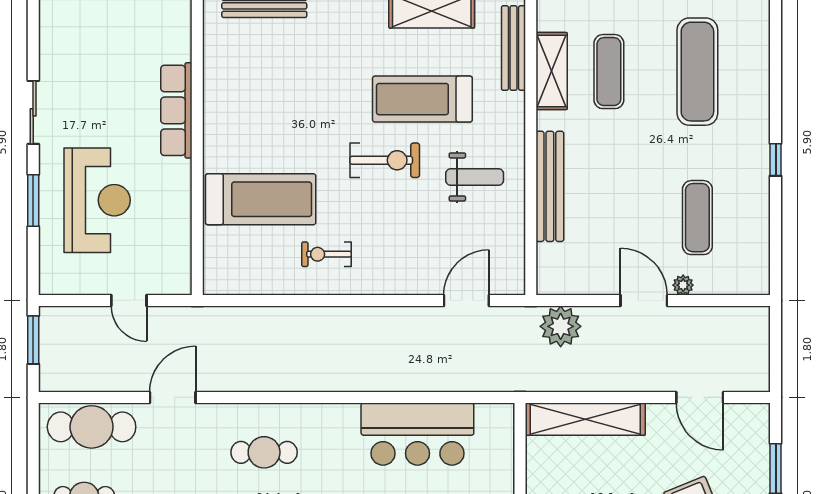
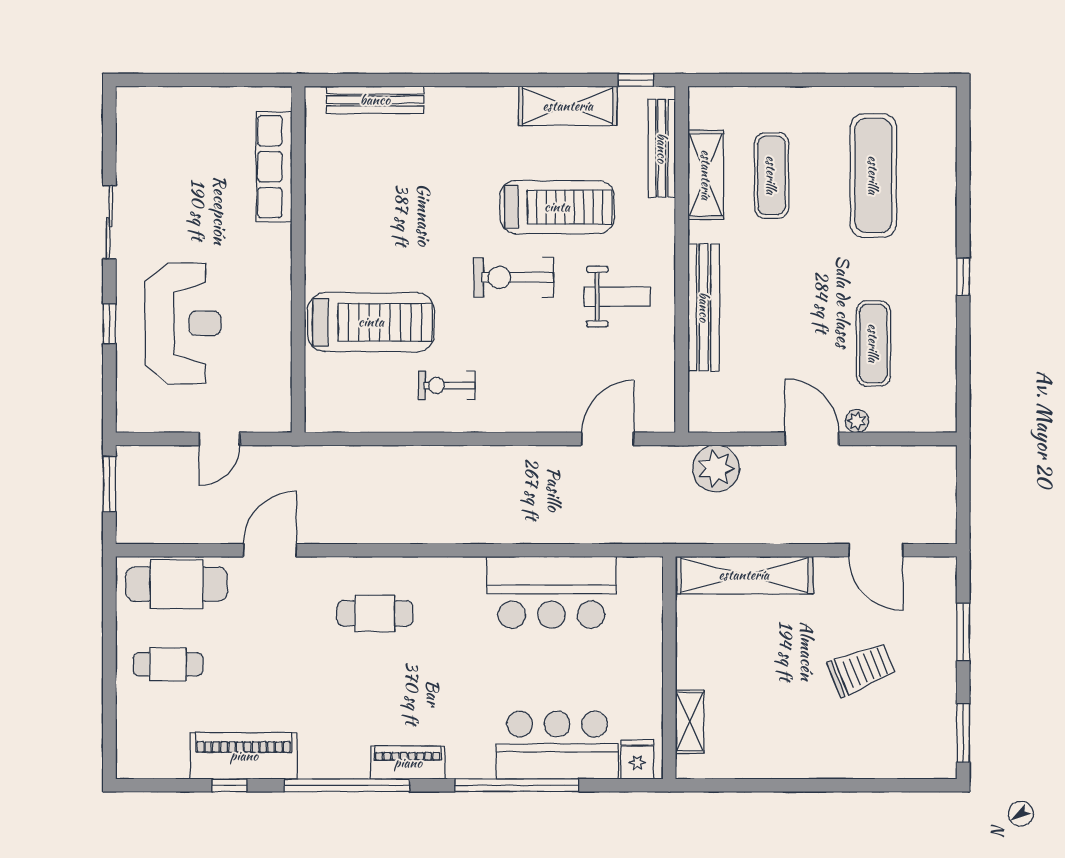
treadmill: (422, 99) -> (557, 207), turned 180
row of seats: (176, 110) -> (274, 167), moved
exercise bike: (385, 160) -> (514, 277), turned 180
window: (33, 201) -> (109, 324), width x0.67
door: (129, 301) -> (219, 439), hinge flipped

